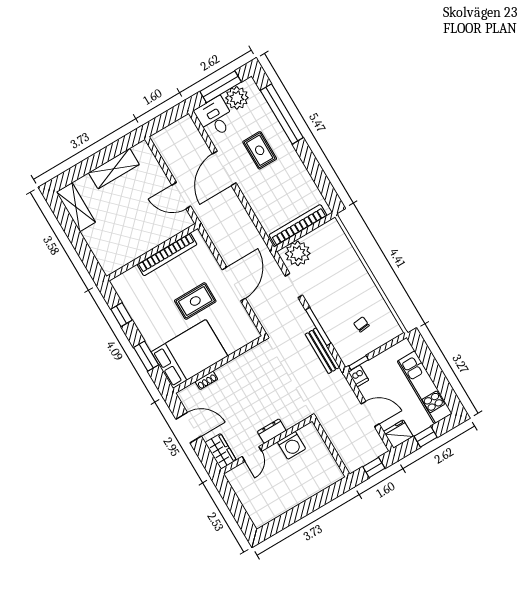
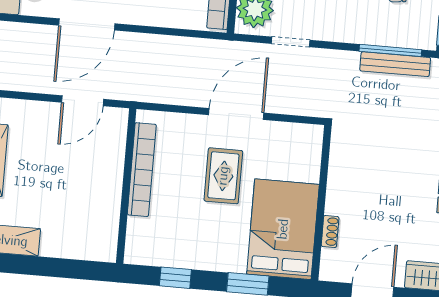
door: (224, 168) -> (87, 24), hinge flipped
door: (234, 284) -> (236, 114), hinge flipped
window: (318, 327) -> (390, 50), moved

